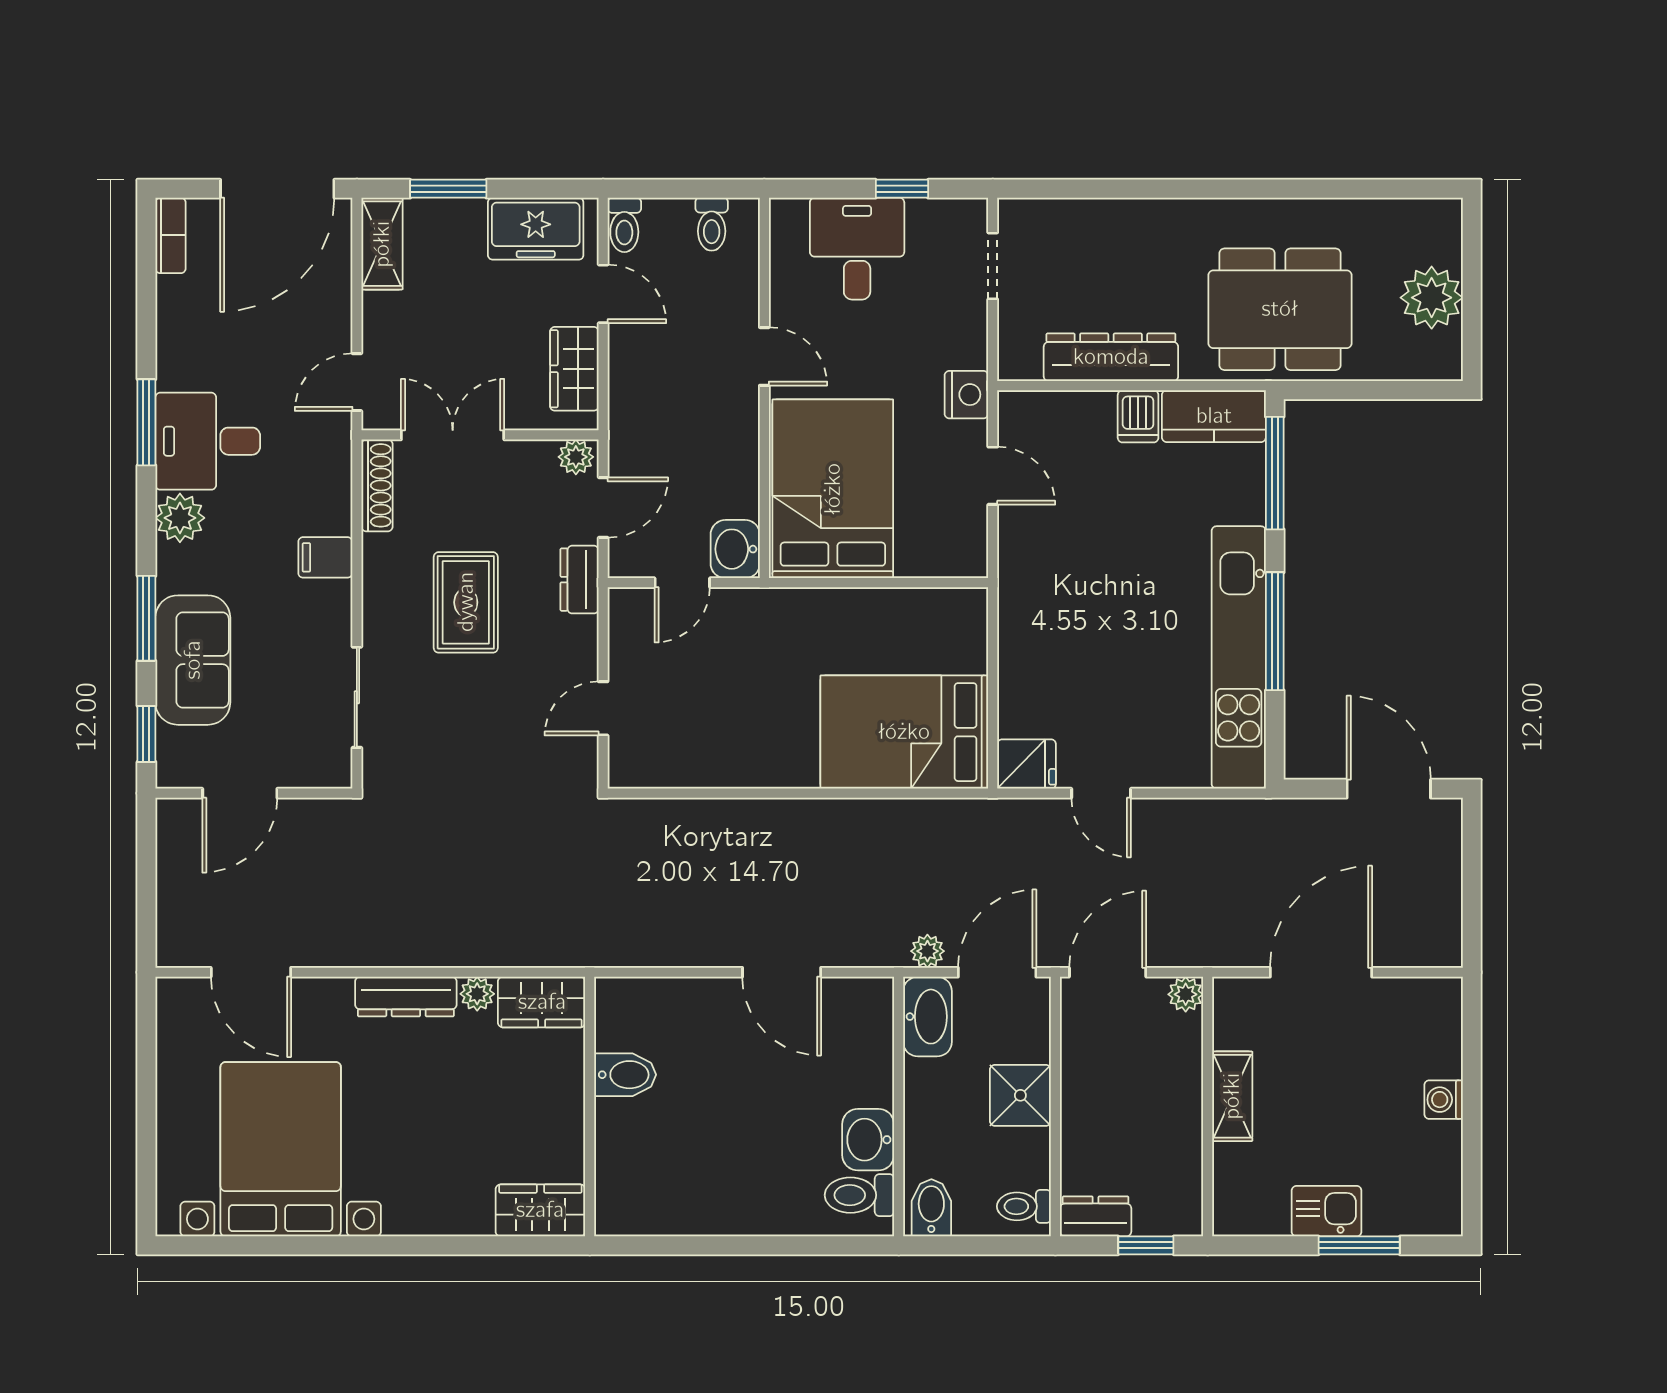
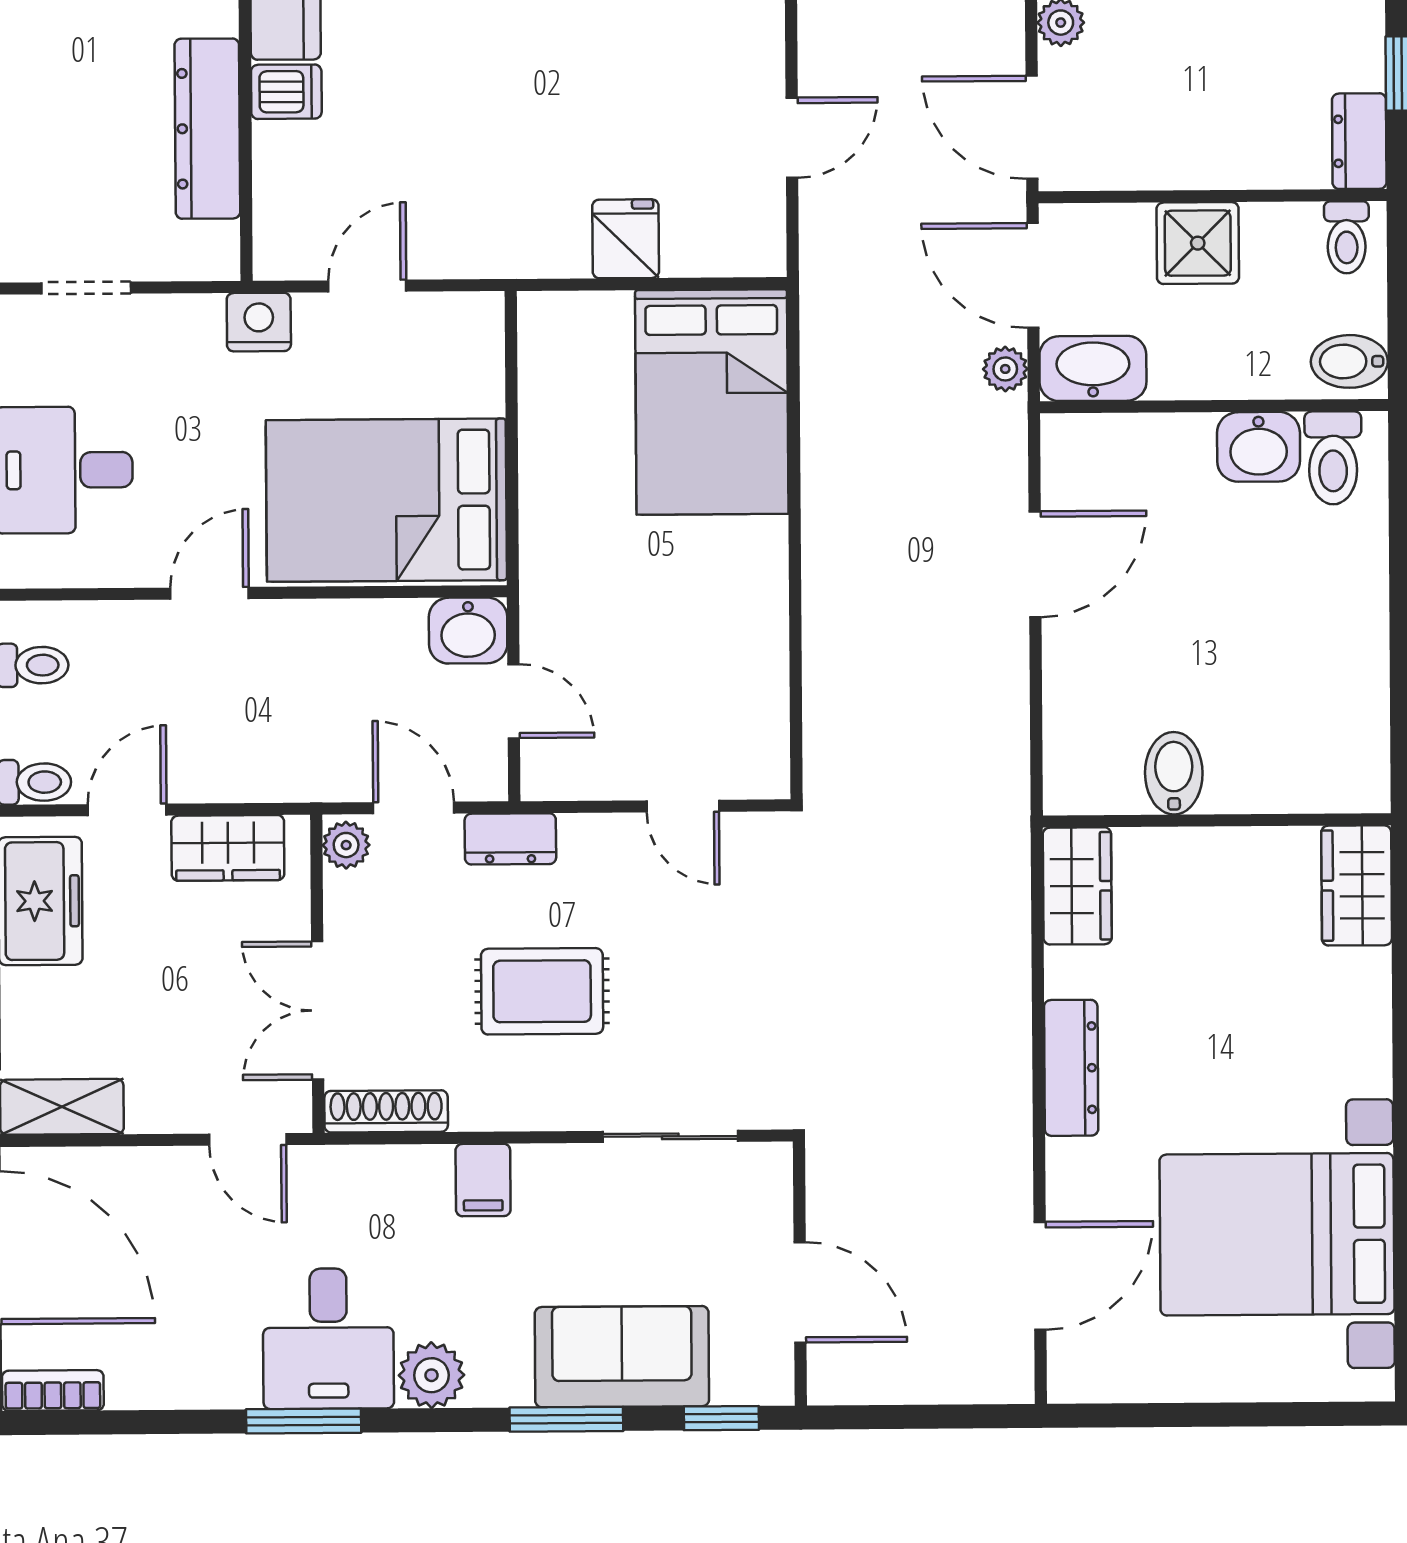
fridge: (1027, 764) -> (626, 239), moved
plant: (477, 994) -> (1067, 972), removed

